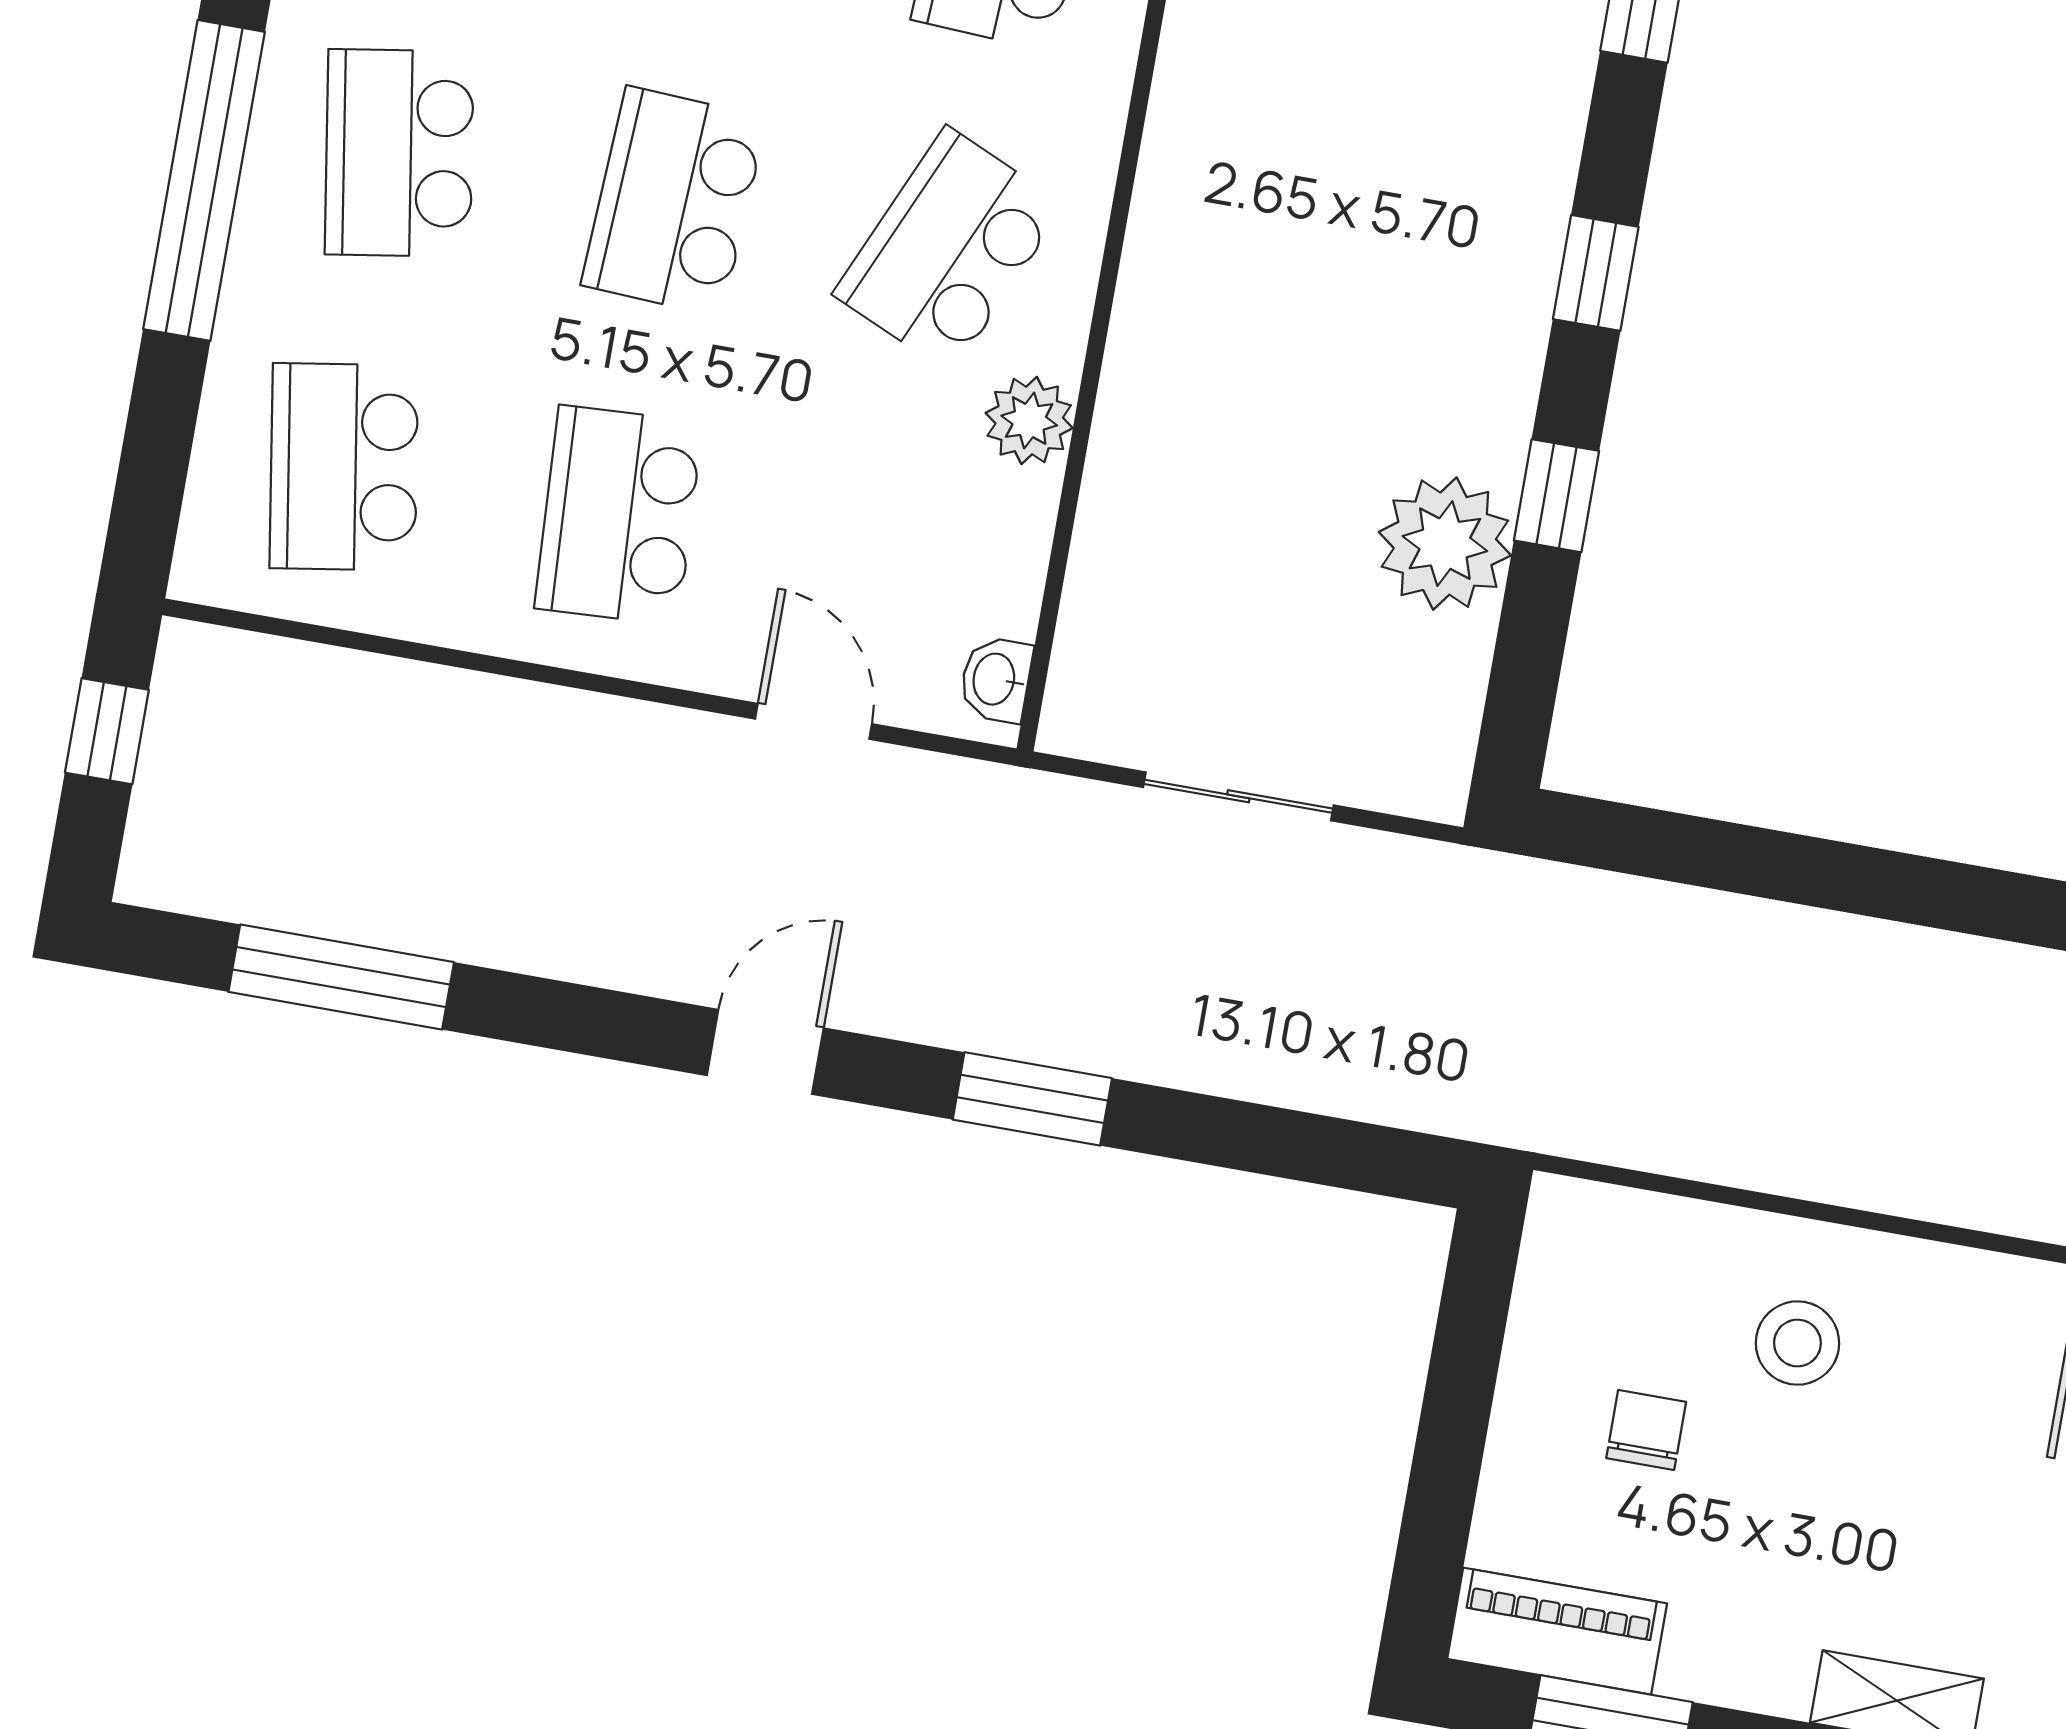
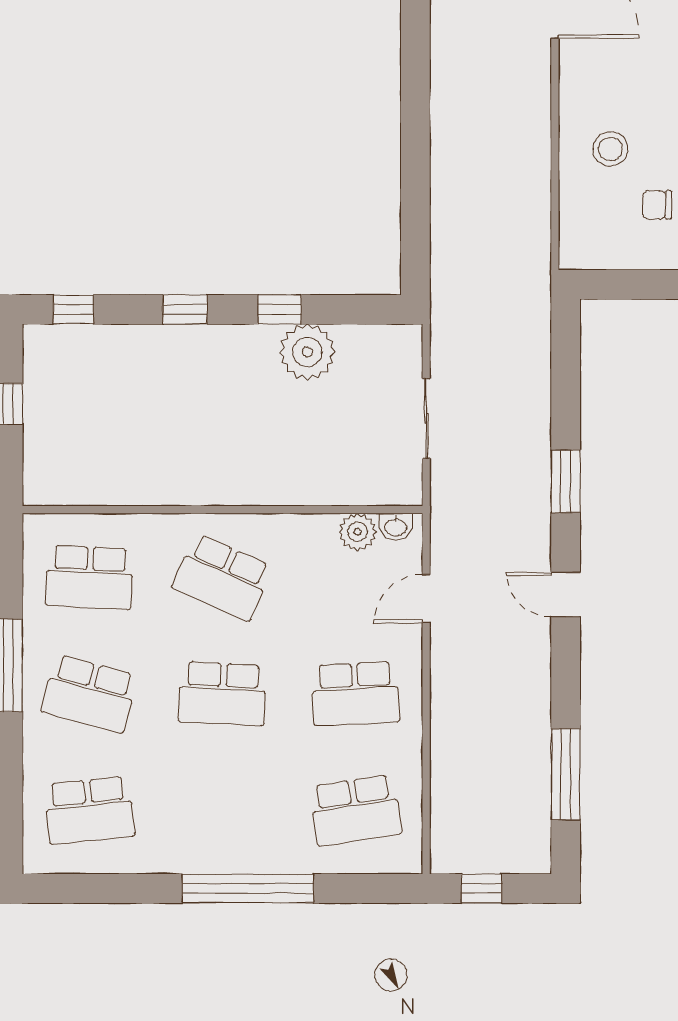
school desk: (399, 153) -> (222, 810), removed
plant: (1029, 420) -> (358, 532), moved

